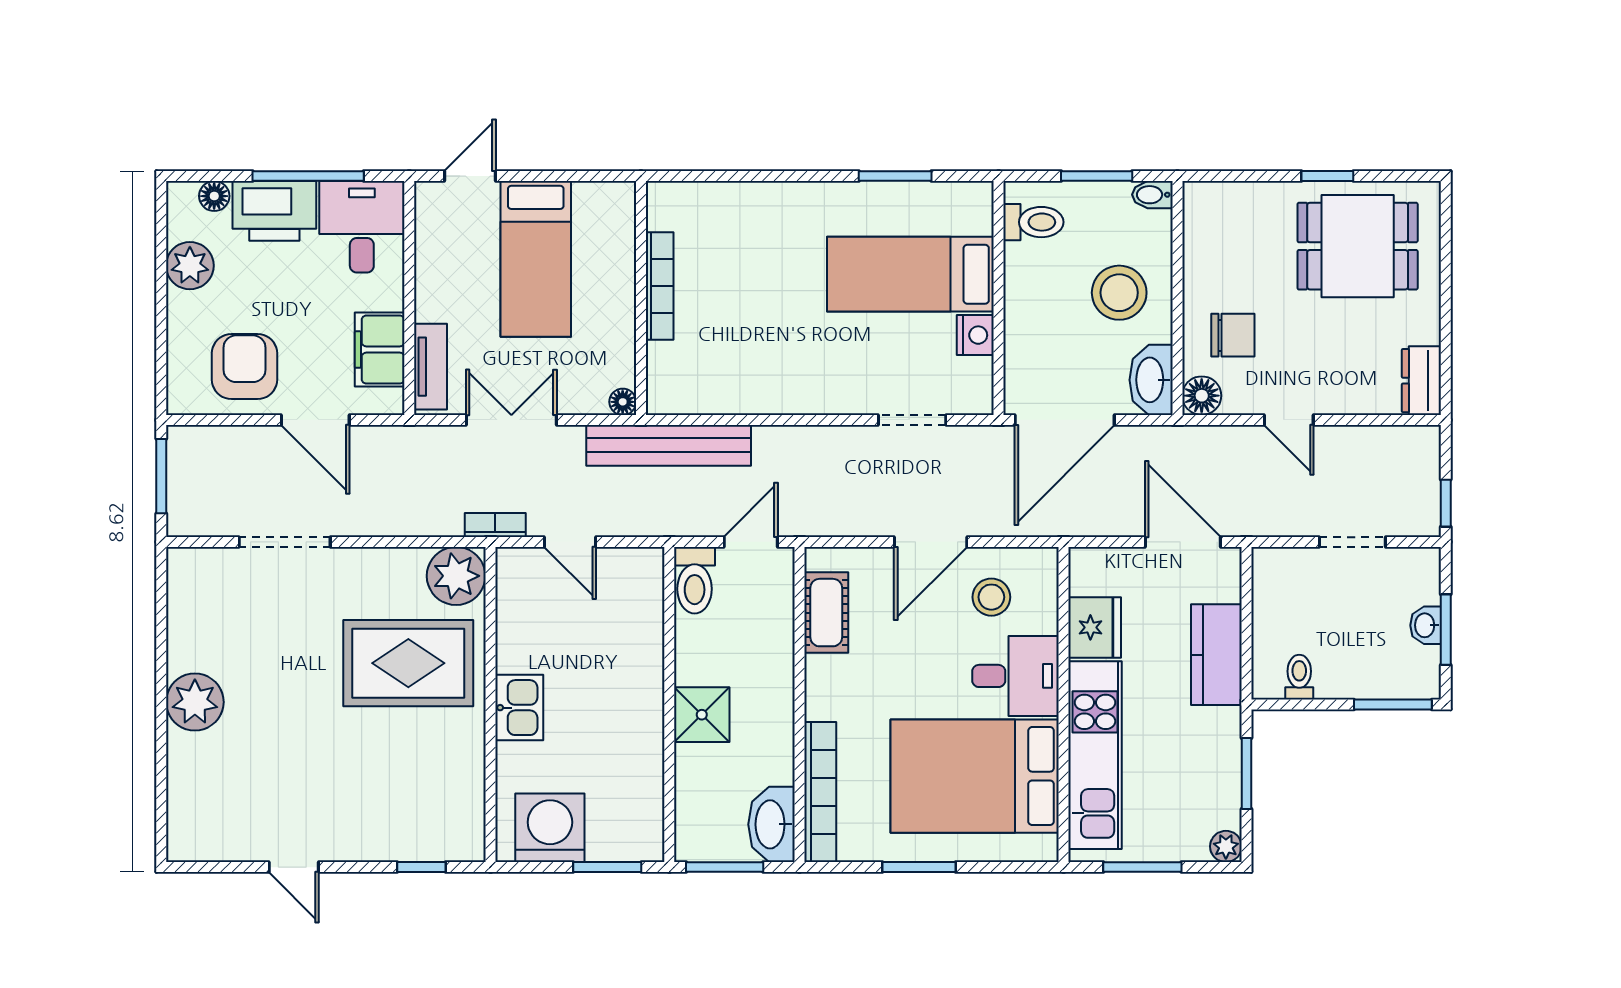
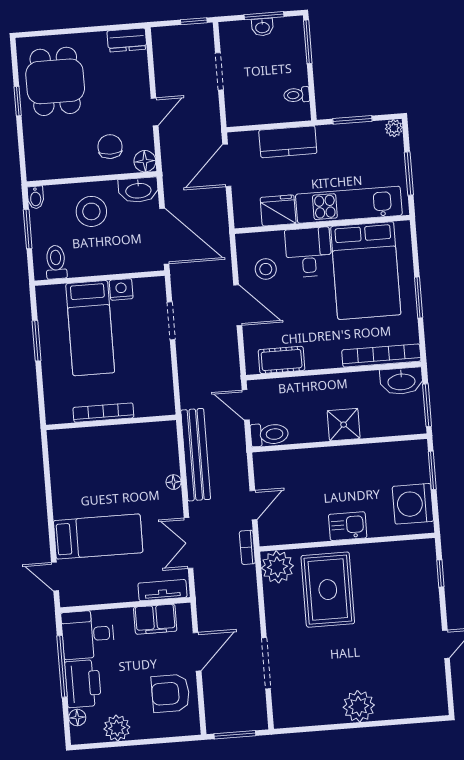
bookcase: (660, 286) -> (103, 413), moved
wall: (641, 298) -> (111, 422), moved

